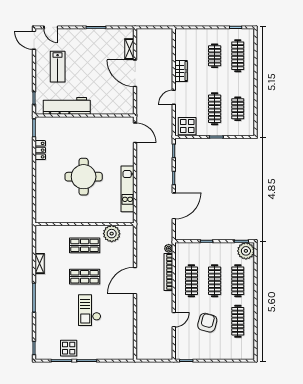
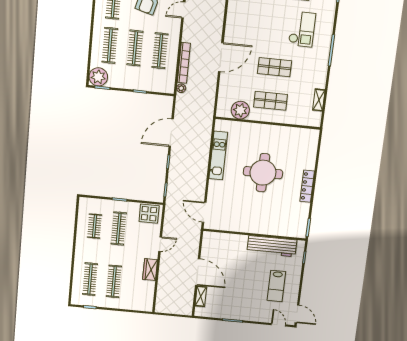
clothes rail: (215, 56) -> (114, 281), width x1.36
lab bench: (58, 67) -> (276, 286), turned 180
locker: (40, 150) -> (307, 186), moved, width x1.53
shelving: (40, 263) -> (319, 100), moved
checkout: (90, 310) -> (302, 29), moved

